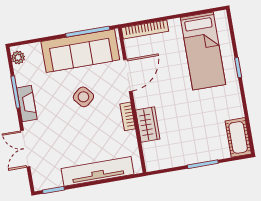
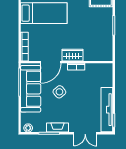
door: (128, 75) -> (51, 62), swing flipped
wardrobe: (148, 125) -> (72, 55), moved
tv unit: (97, 171) -> (107, 110), moved

